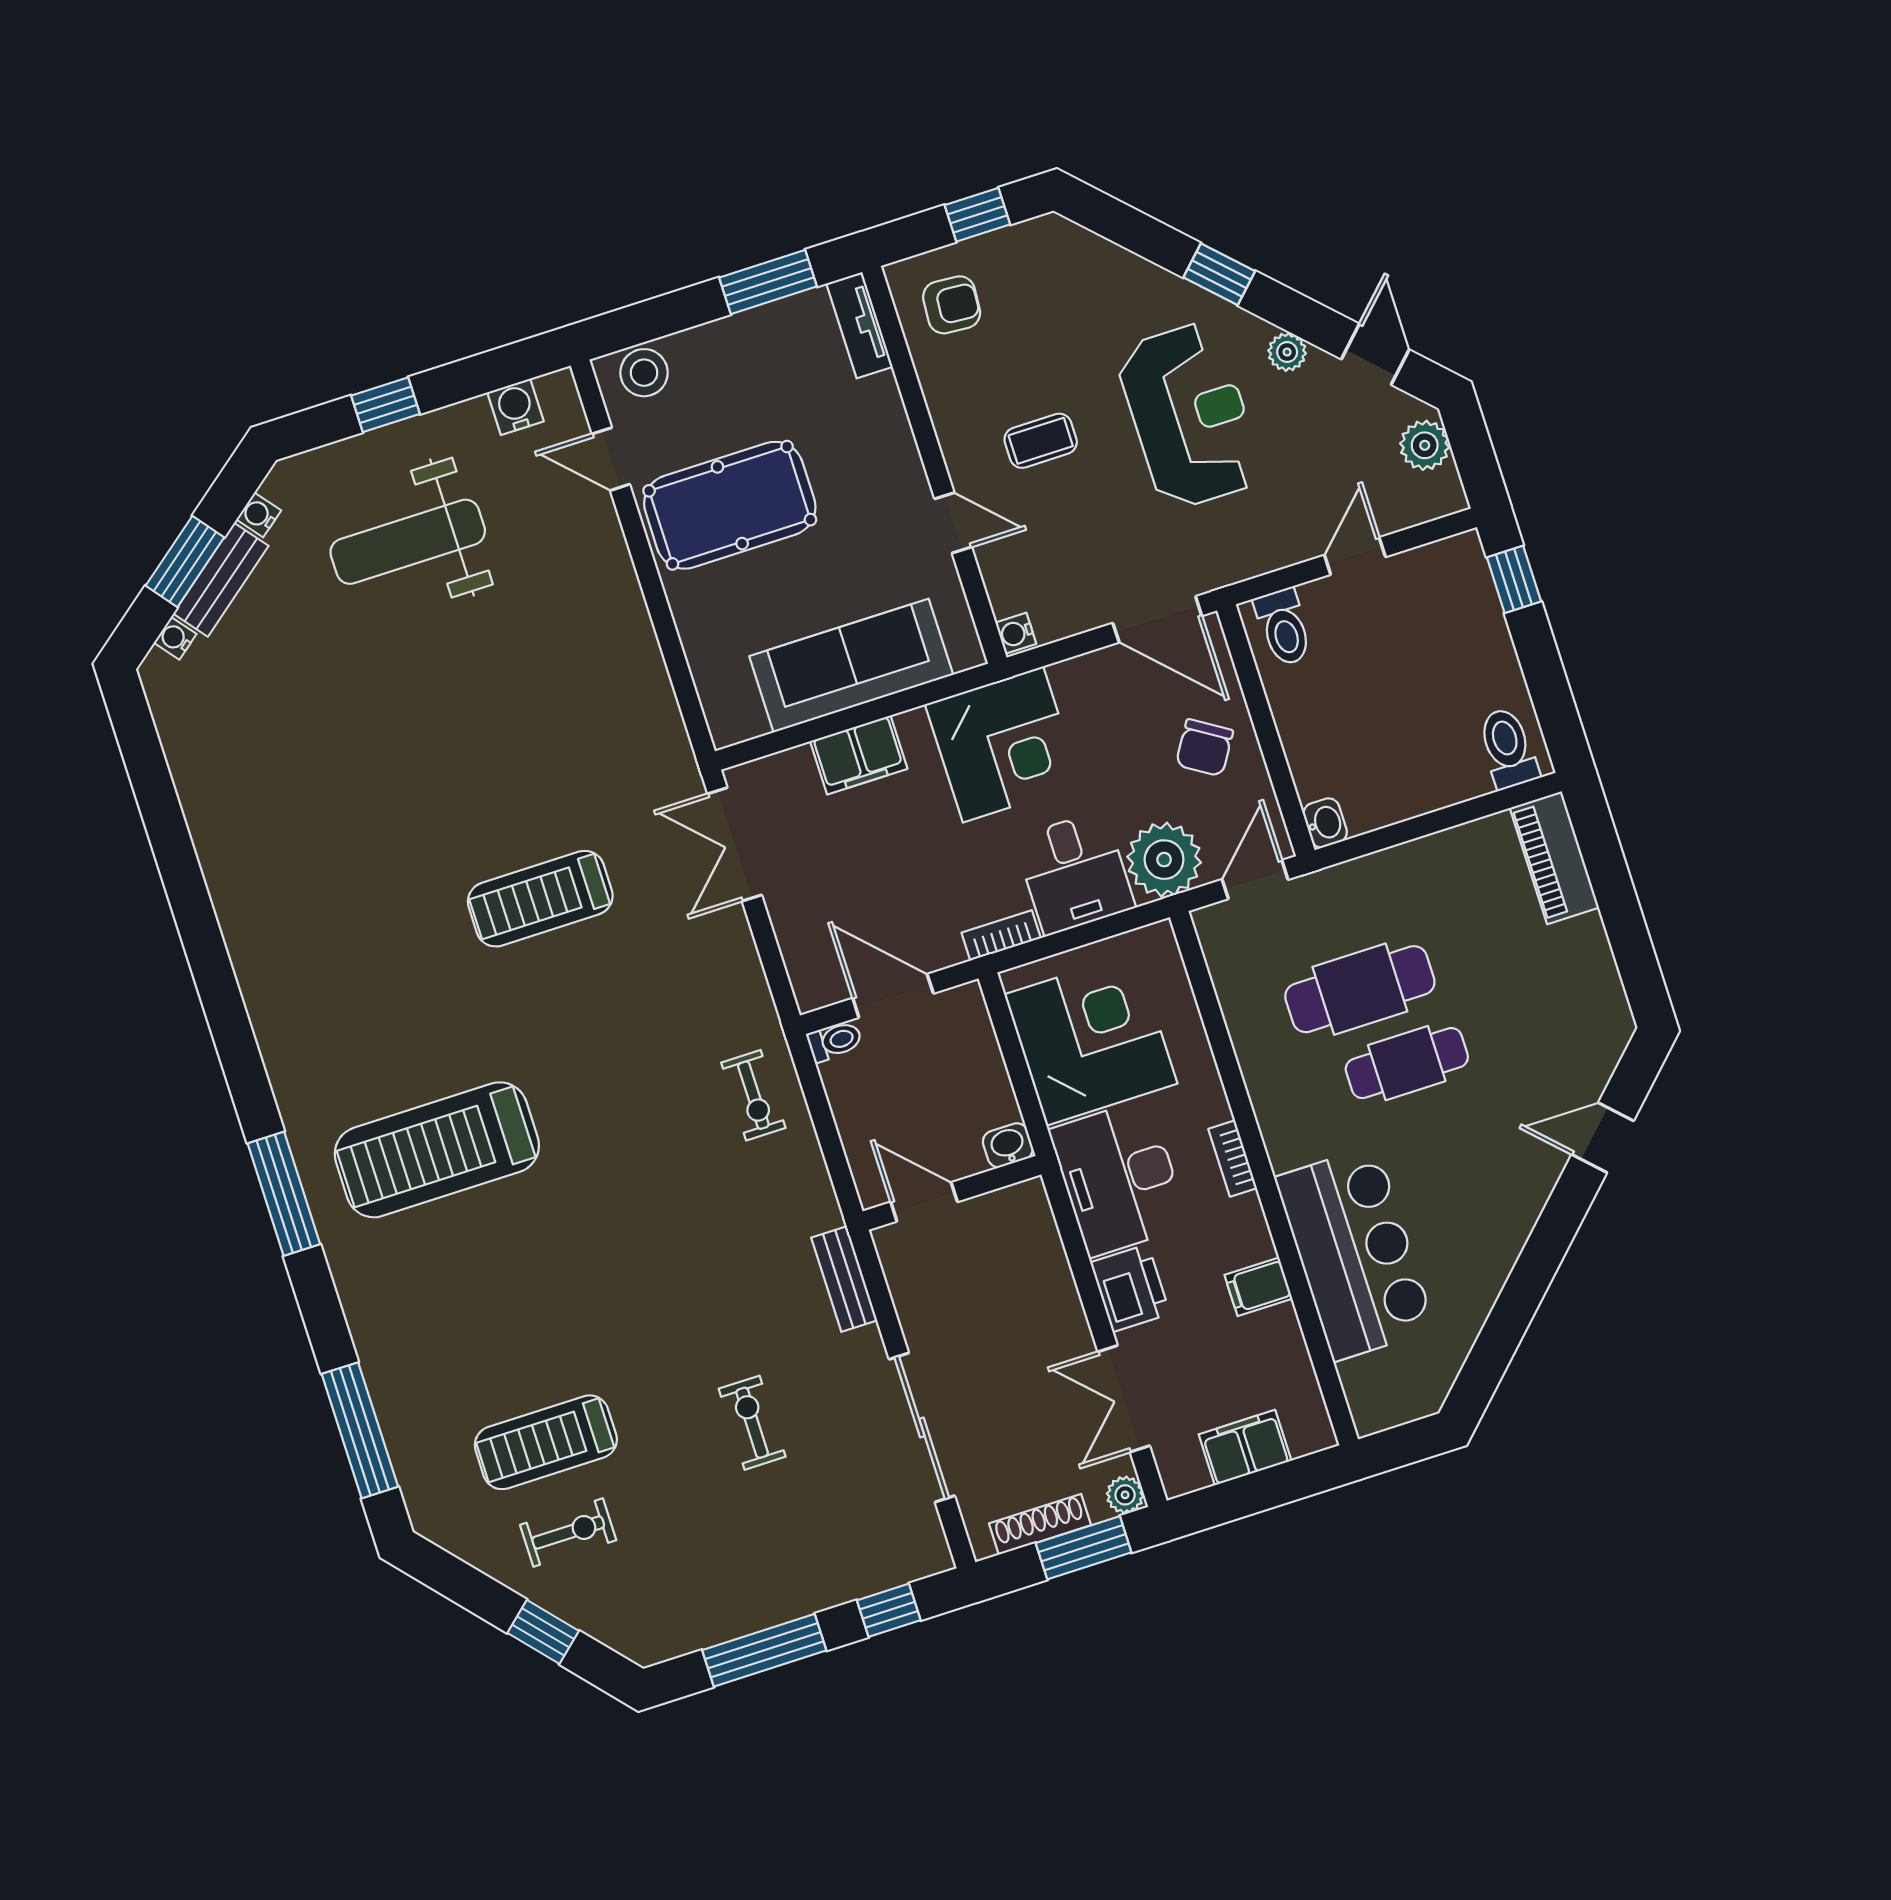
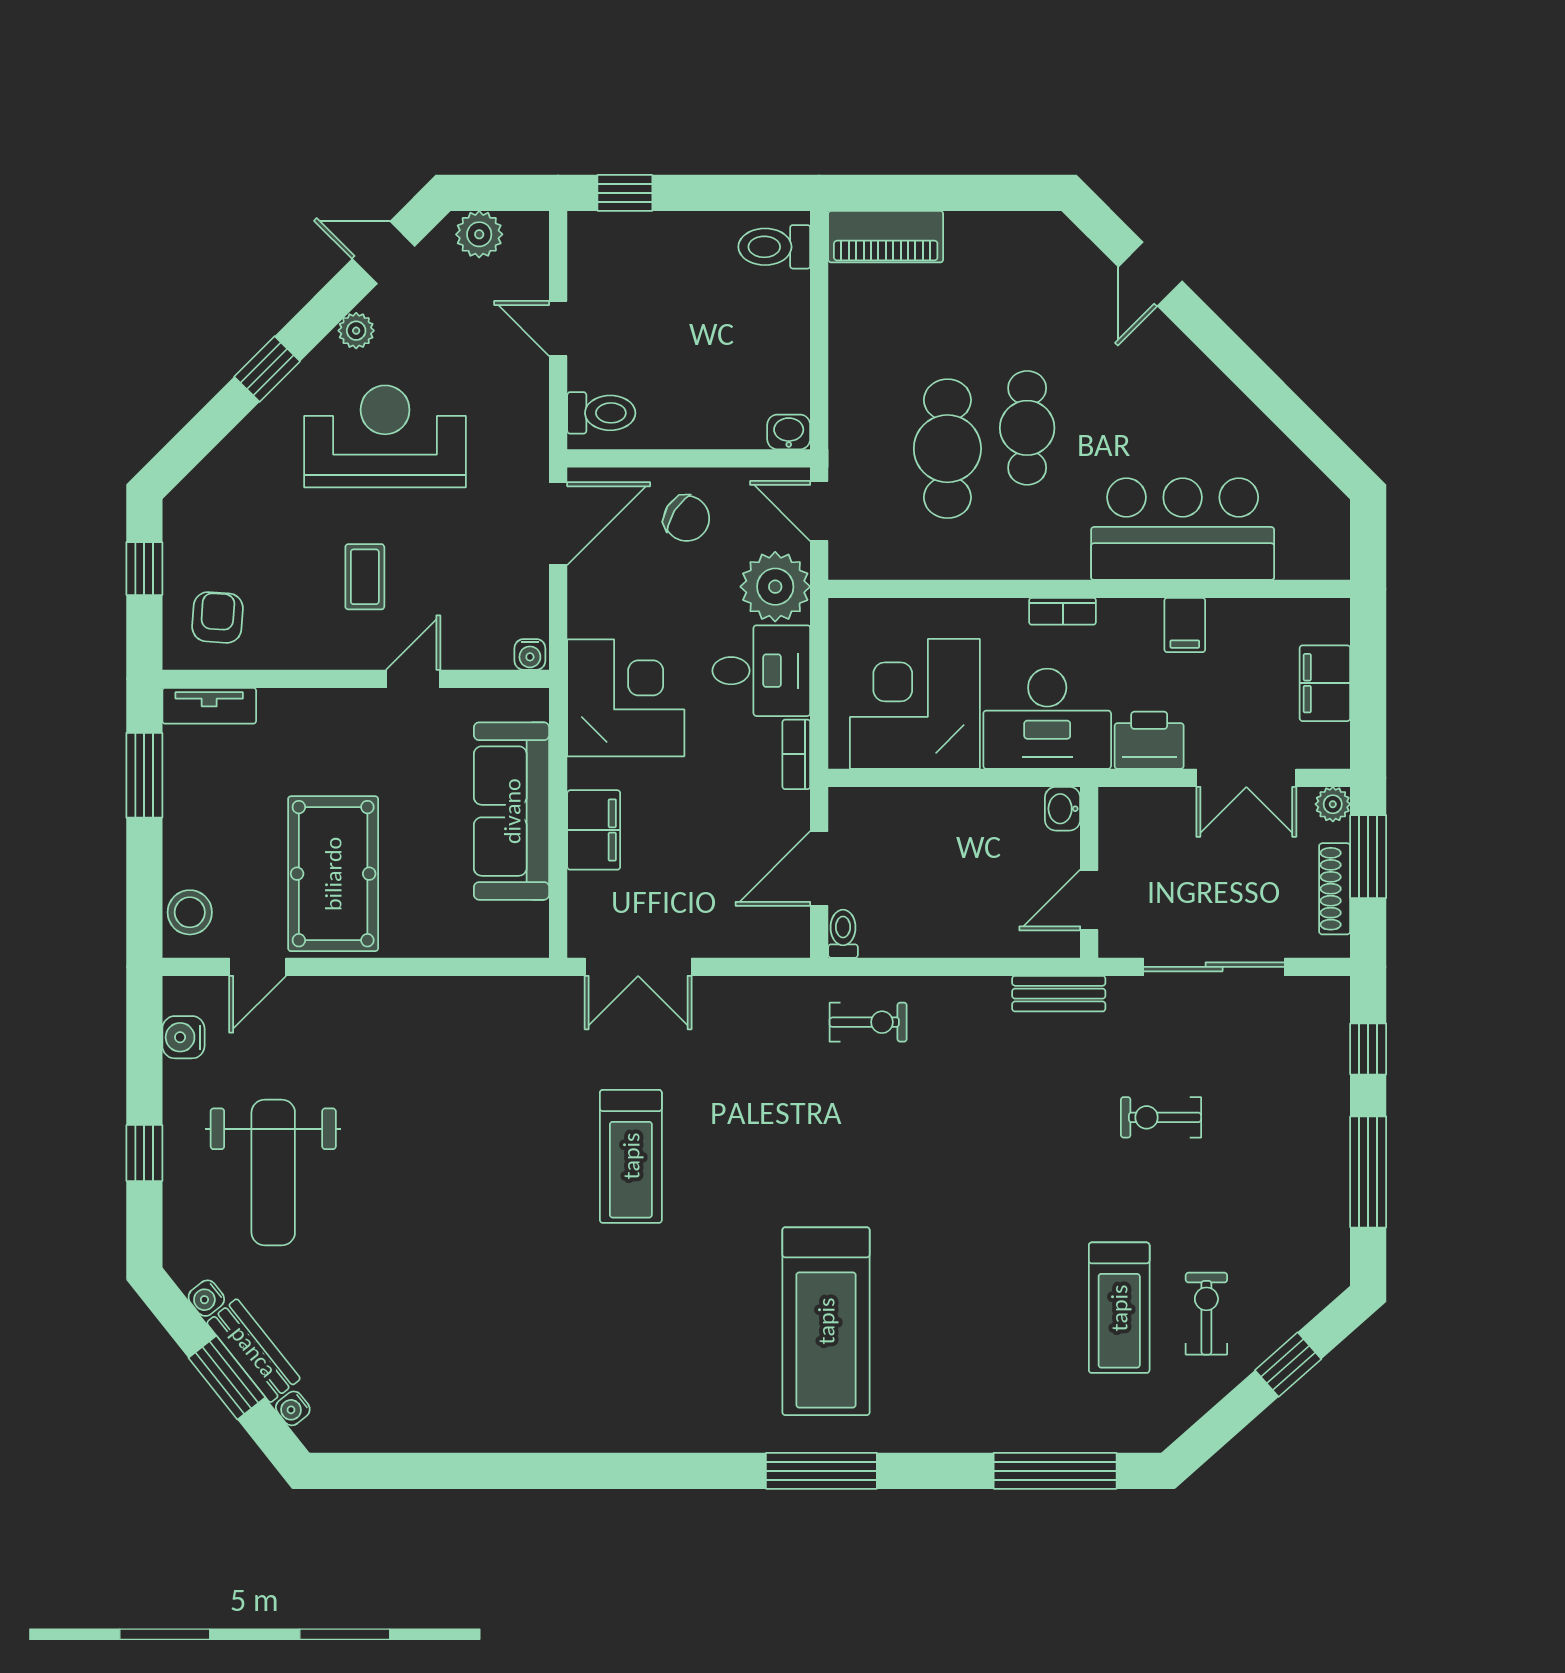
washbasin: (1008, 1145) -> (1063, 809), moved
wall: (952, 1193) -> (1089, 872), moved
door: (924, 1202) -> (1089, 900), moved

